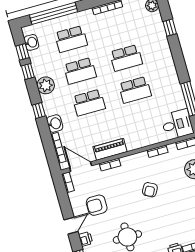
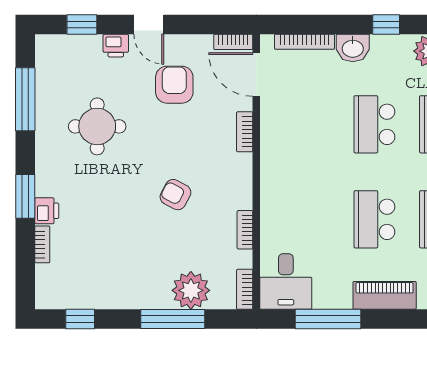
piano: (110, 149) -> (385, 295), moved, turned -90
door: (81, 167) -> (256, 75), swing flipped

